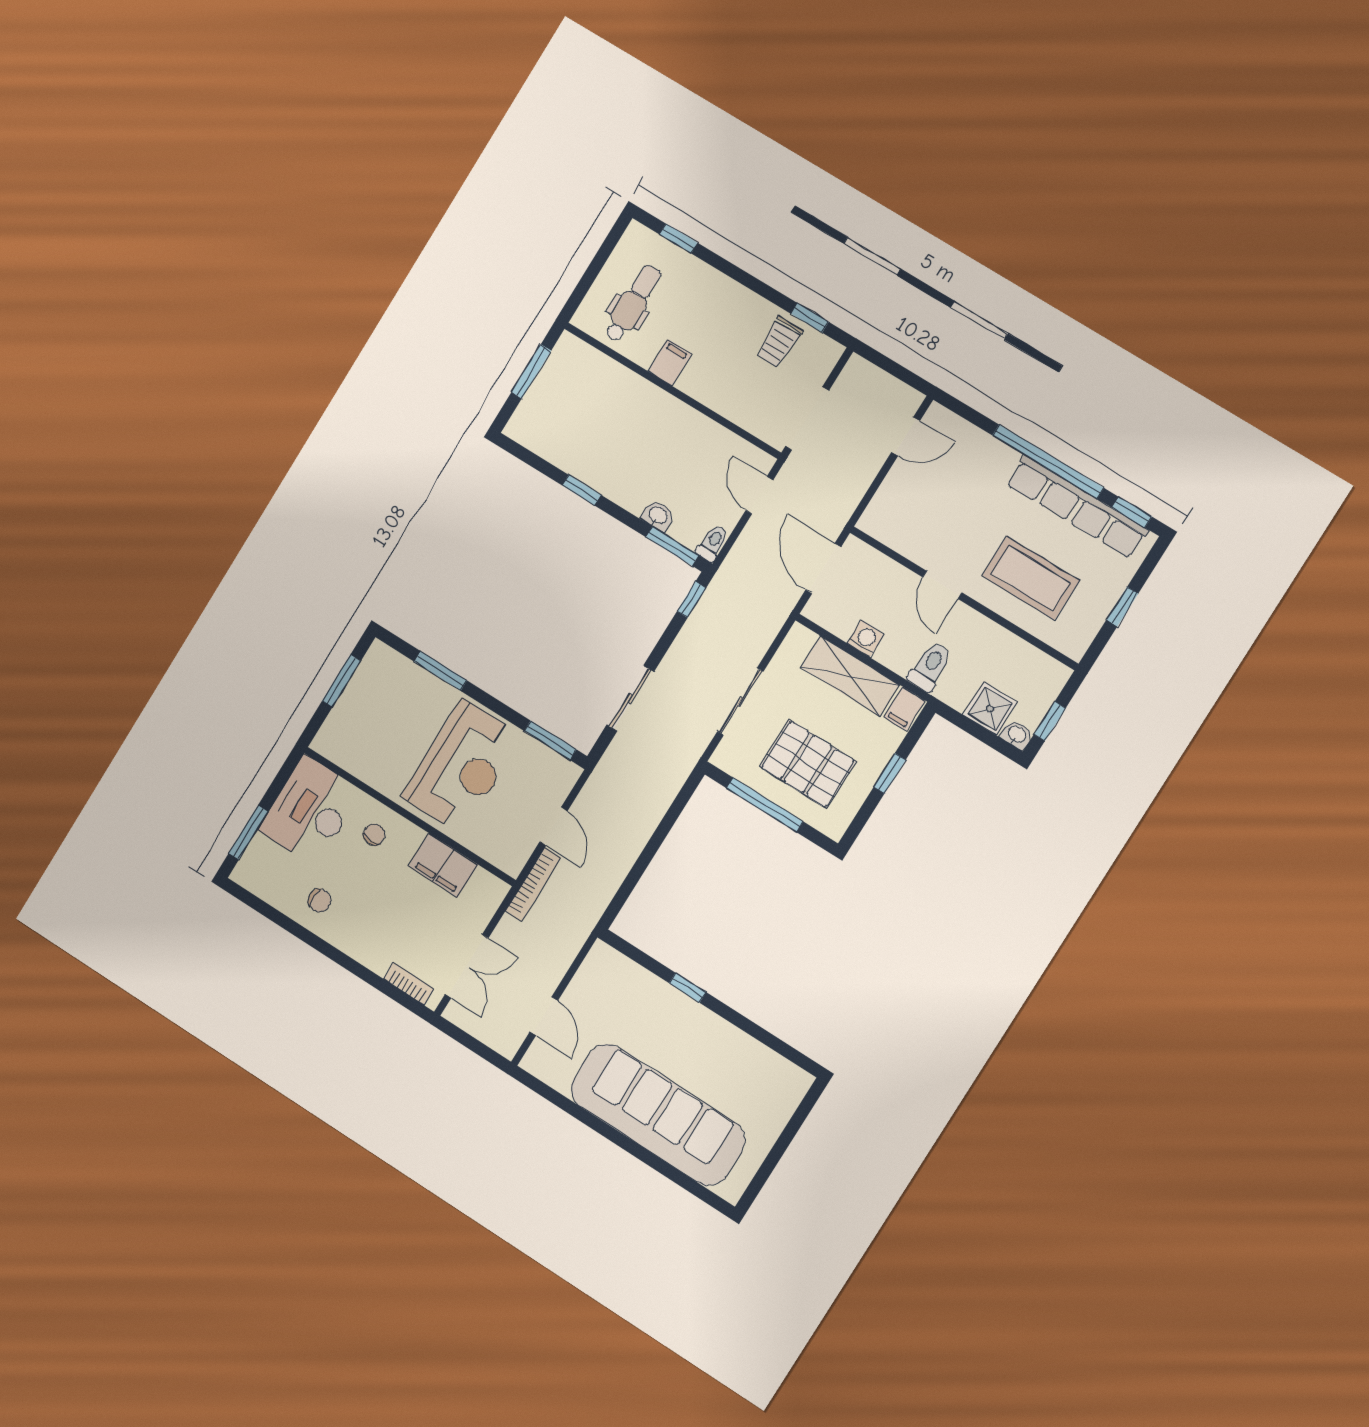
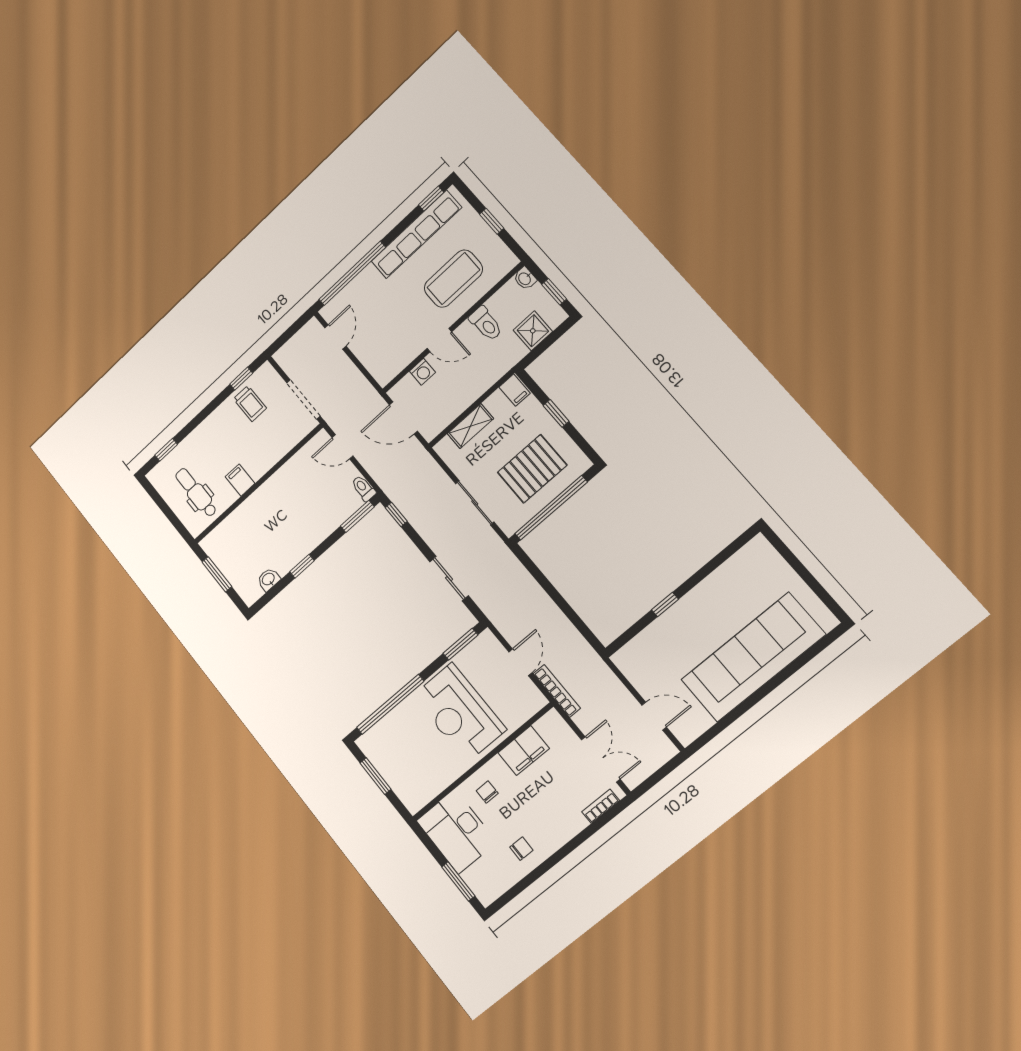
window: (1048, 462) -> (352, 273), moved
washbasin: (658, 516) -> (269, 579), moved
washing machine: (865, 639) -> (422, 372), moved, turned 180
toilet: (930, 667) -> (486, 324), moved, turned 180
window: (441, 671) -> (390, 704), width x2.11
shelving: (850, 676) -> (470, 426), width x0.67, depth x0.75
washbasin: (1017, 735) -> (525, 278), moved, turned -90
reception desk: (462, 767) -> (459, 713), turned 180
window: (765, 805) -> (551, 508), width x1.46
door: (554, 826) -> (520, 662), hinge flipped

